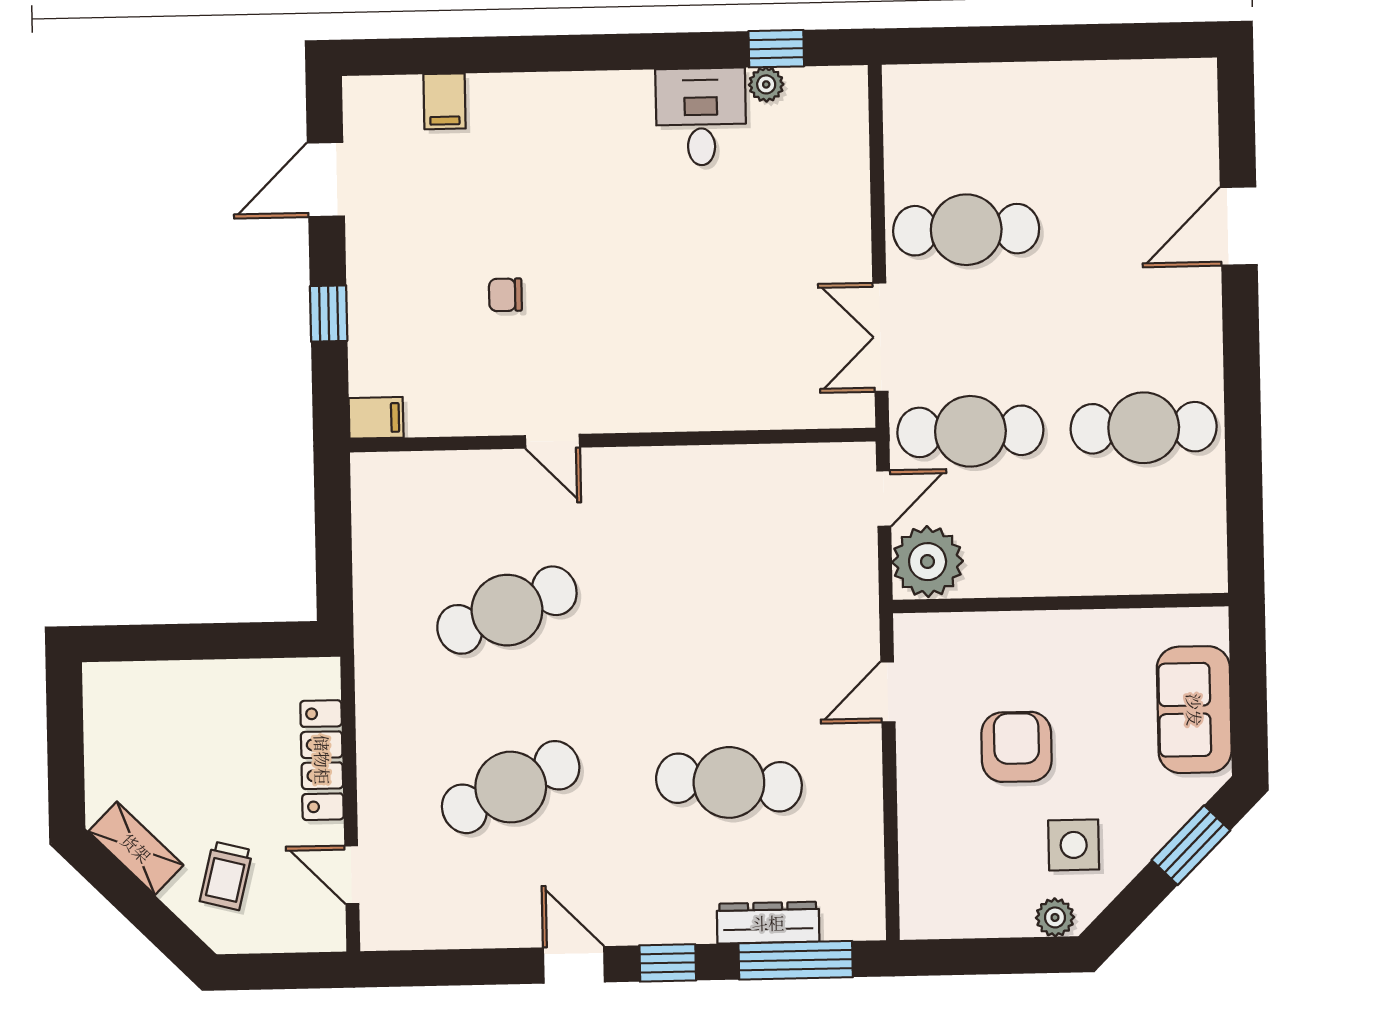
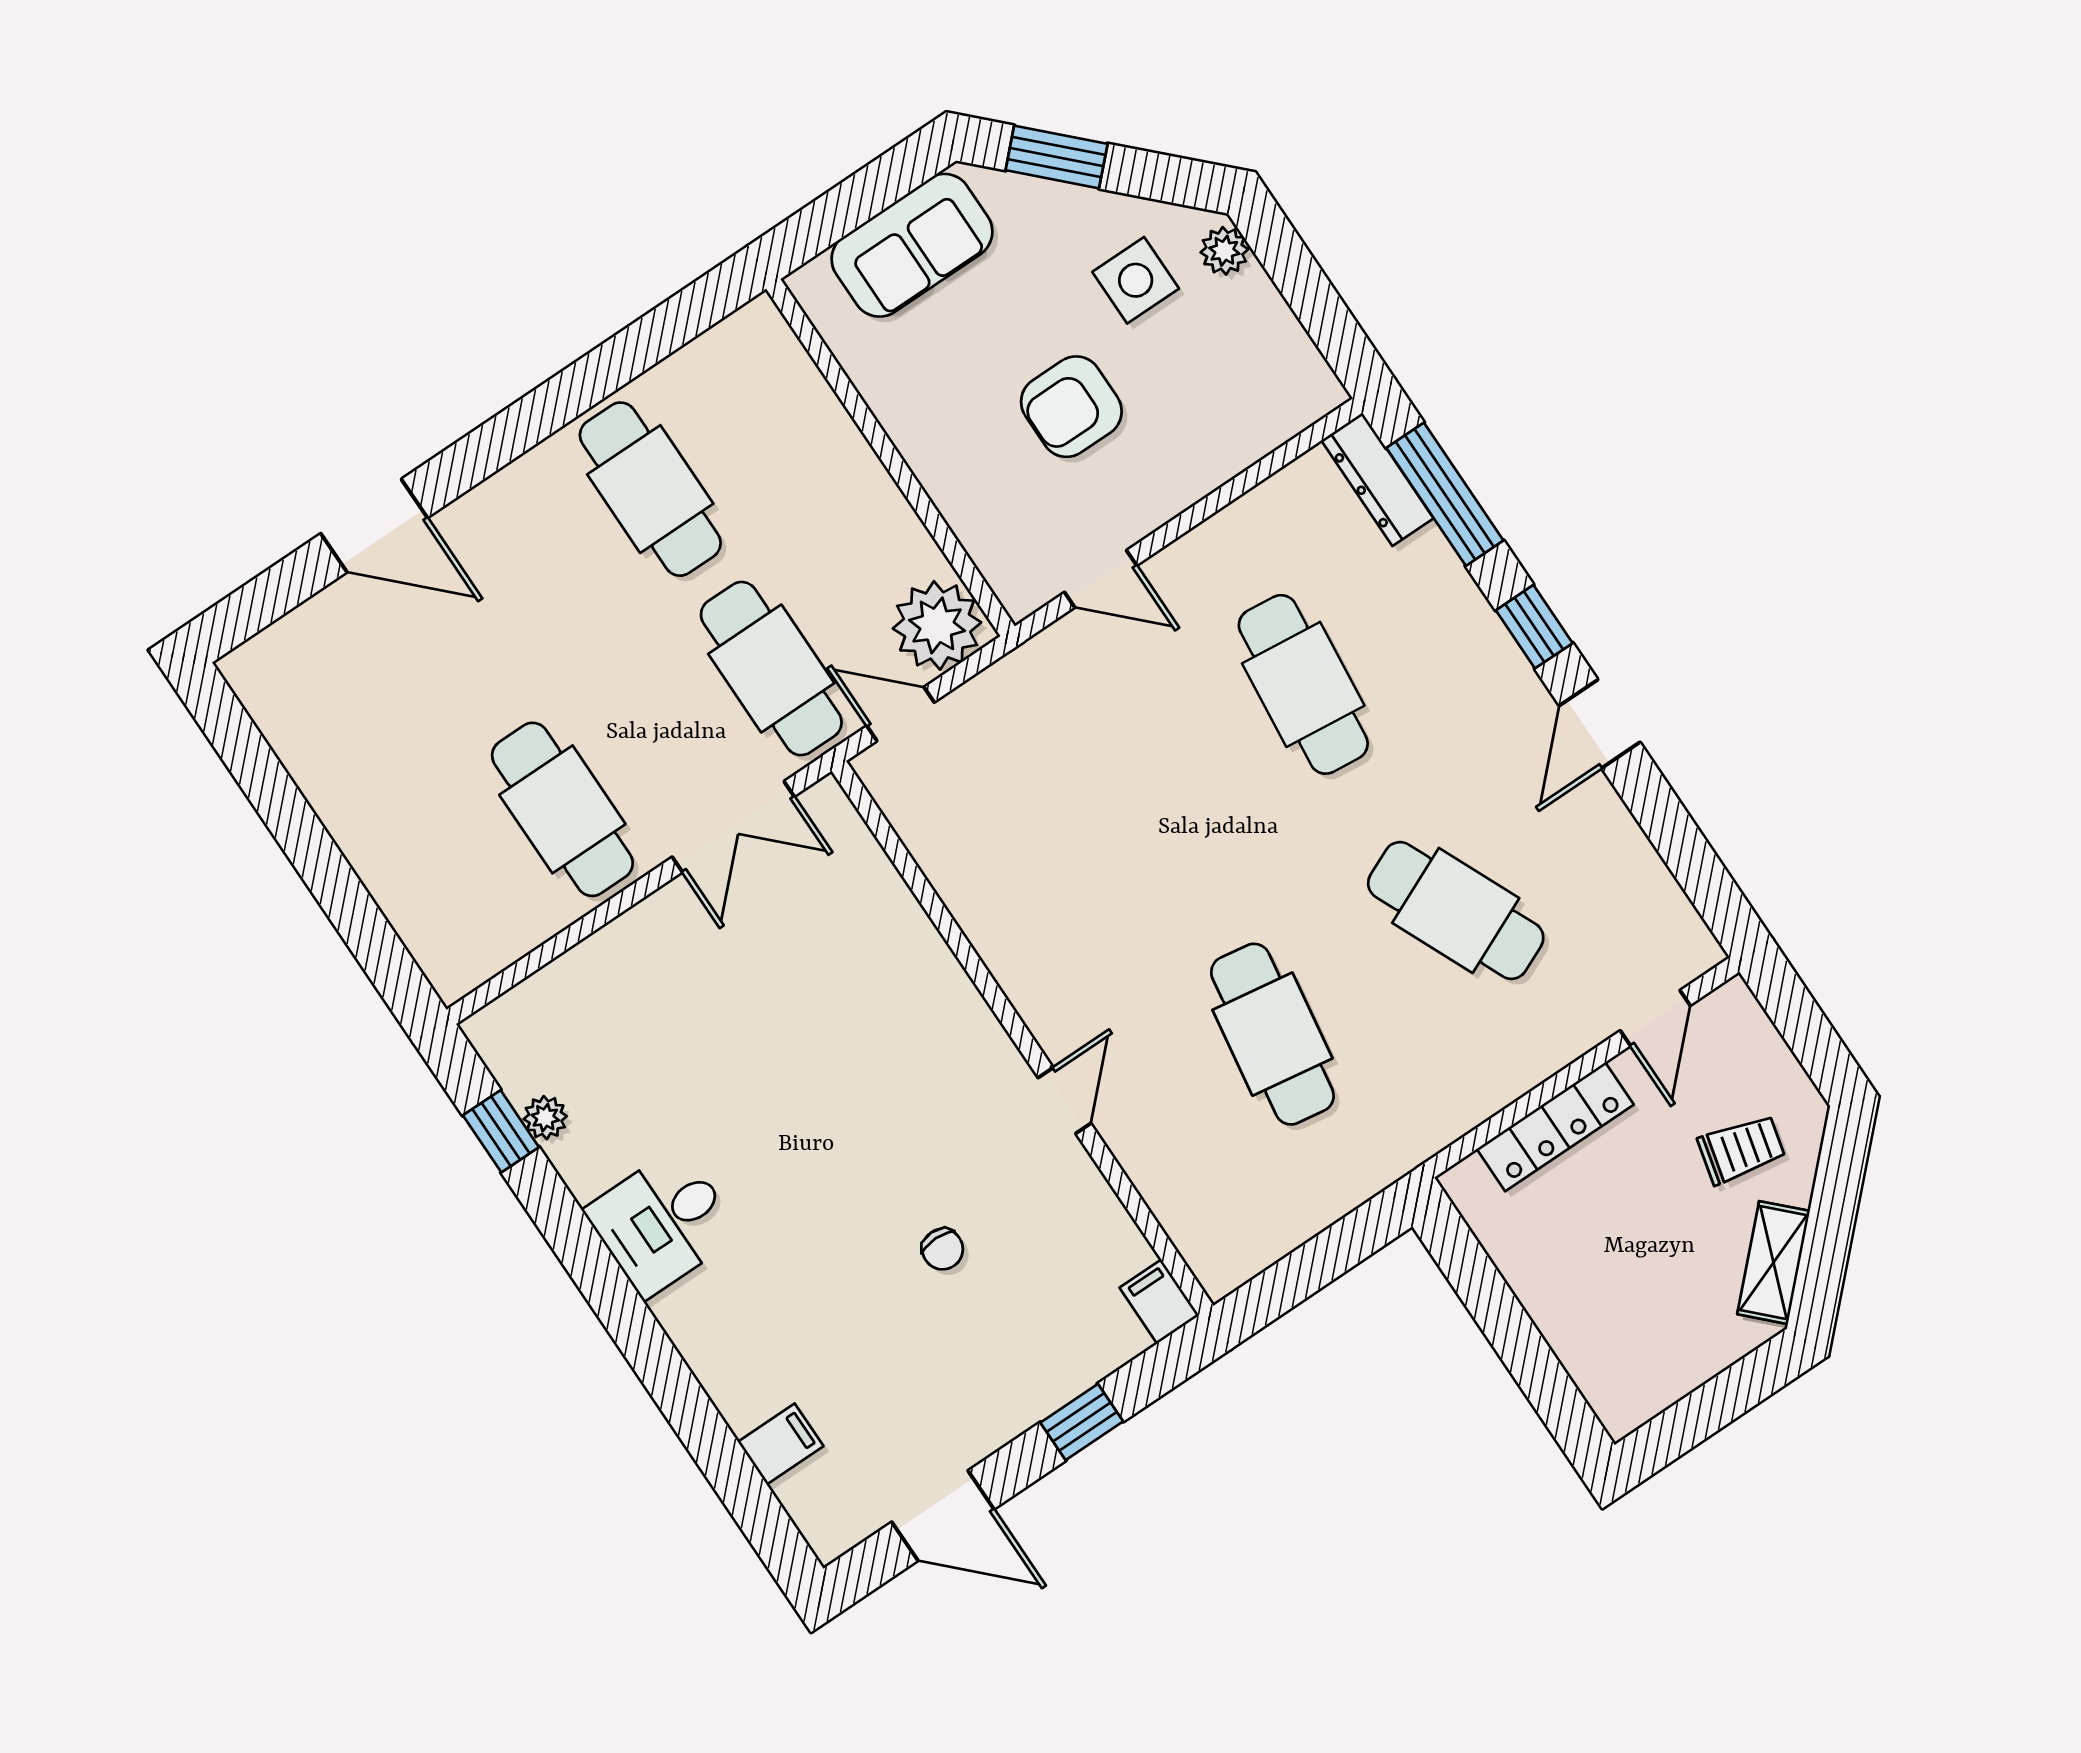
desk: (701, 117) -> (662, 1222), moved
cafe table: (507, 610) -> (1272, 1034), turned 30
dresser: (768, 923) -> (1377, 479), moved

